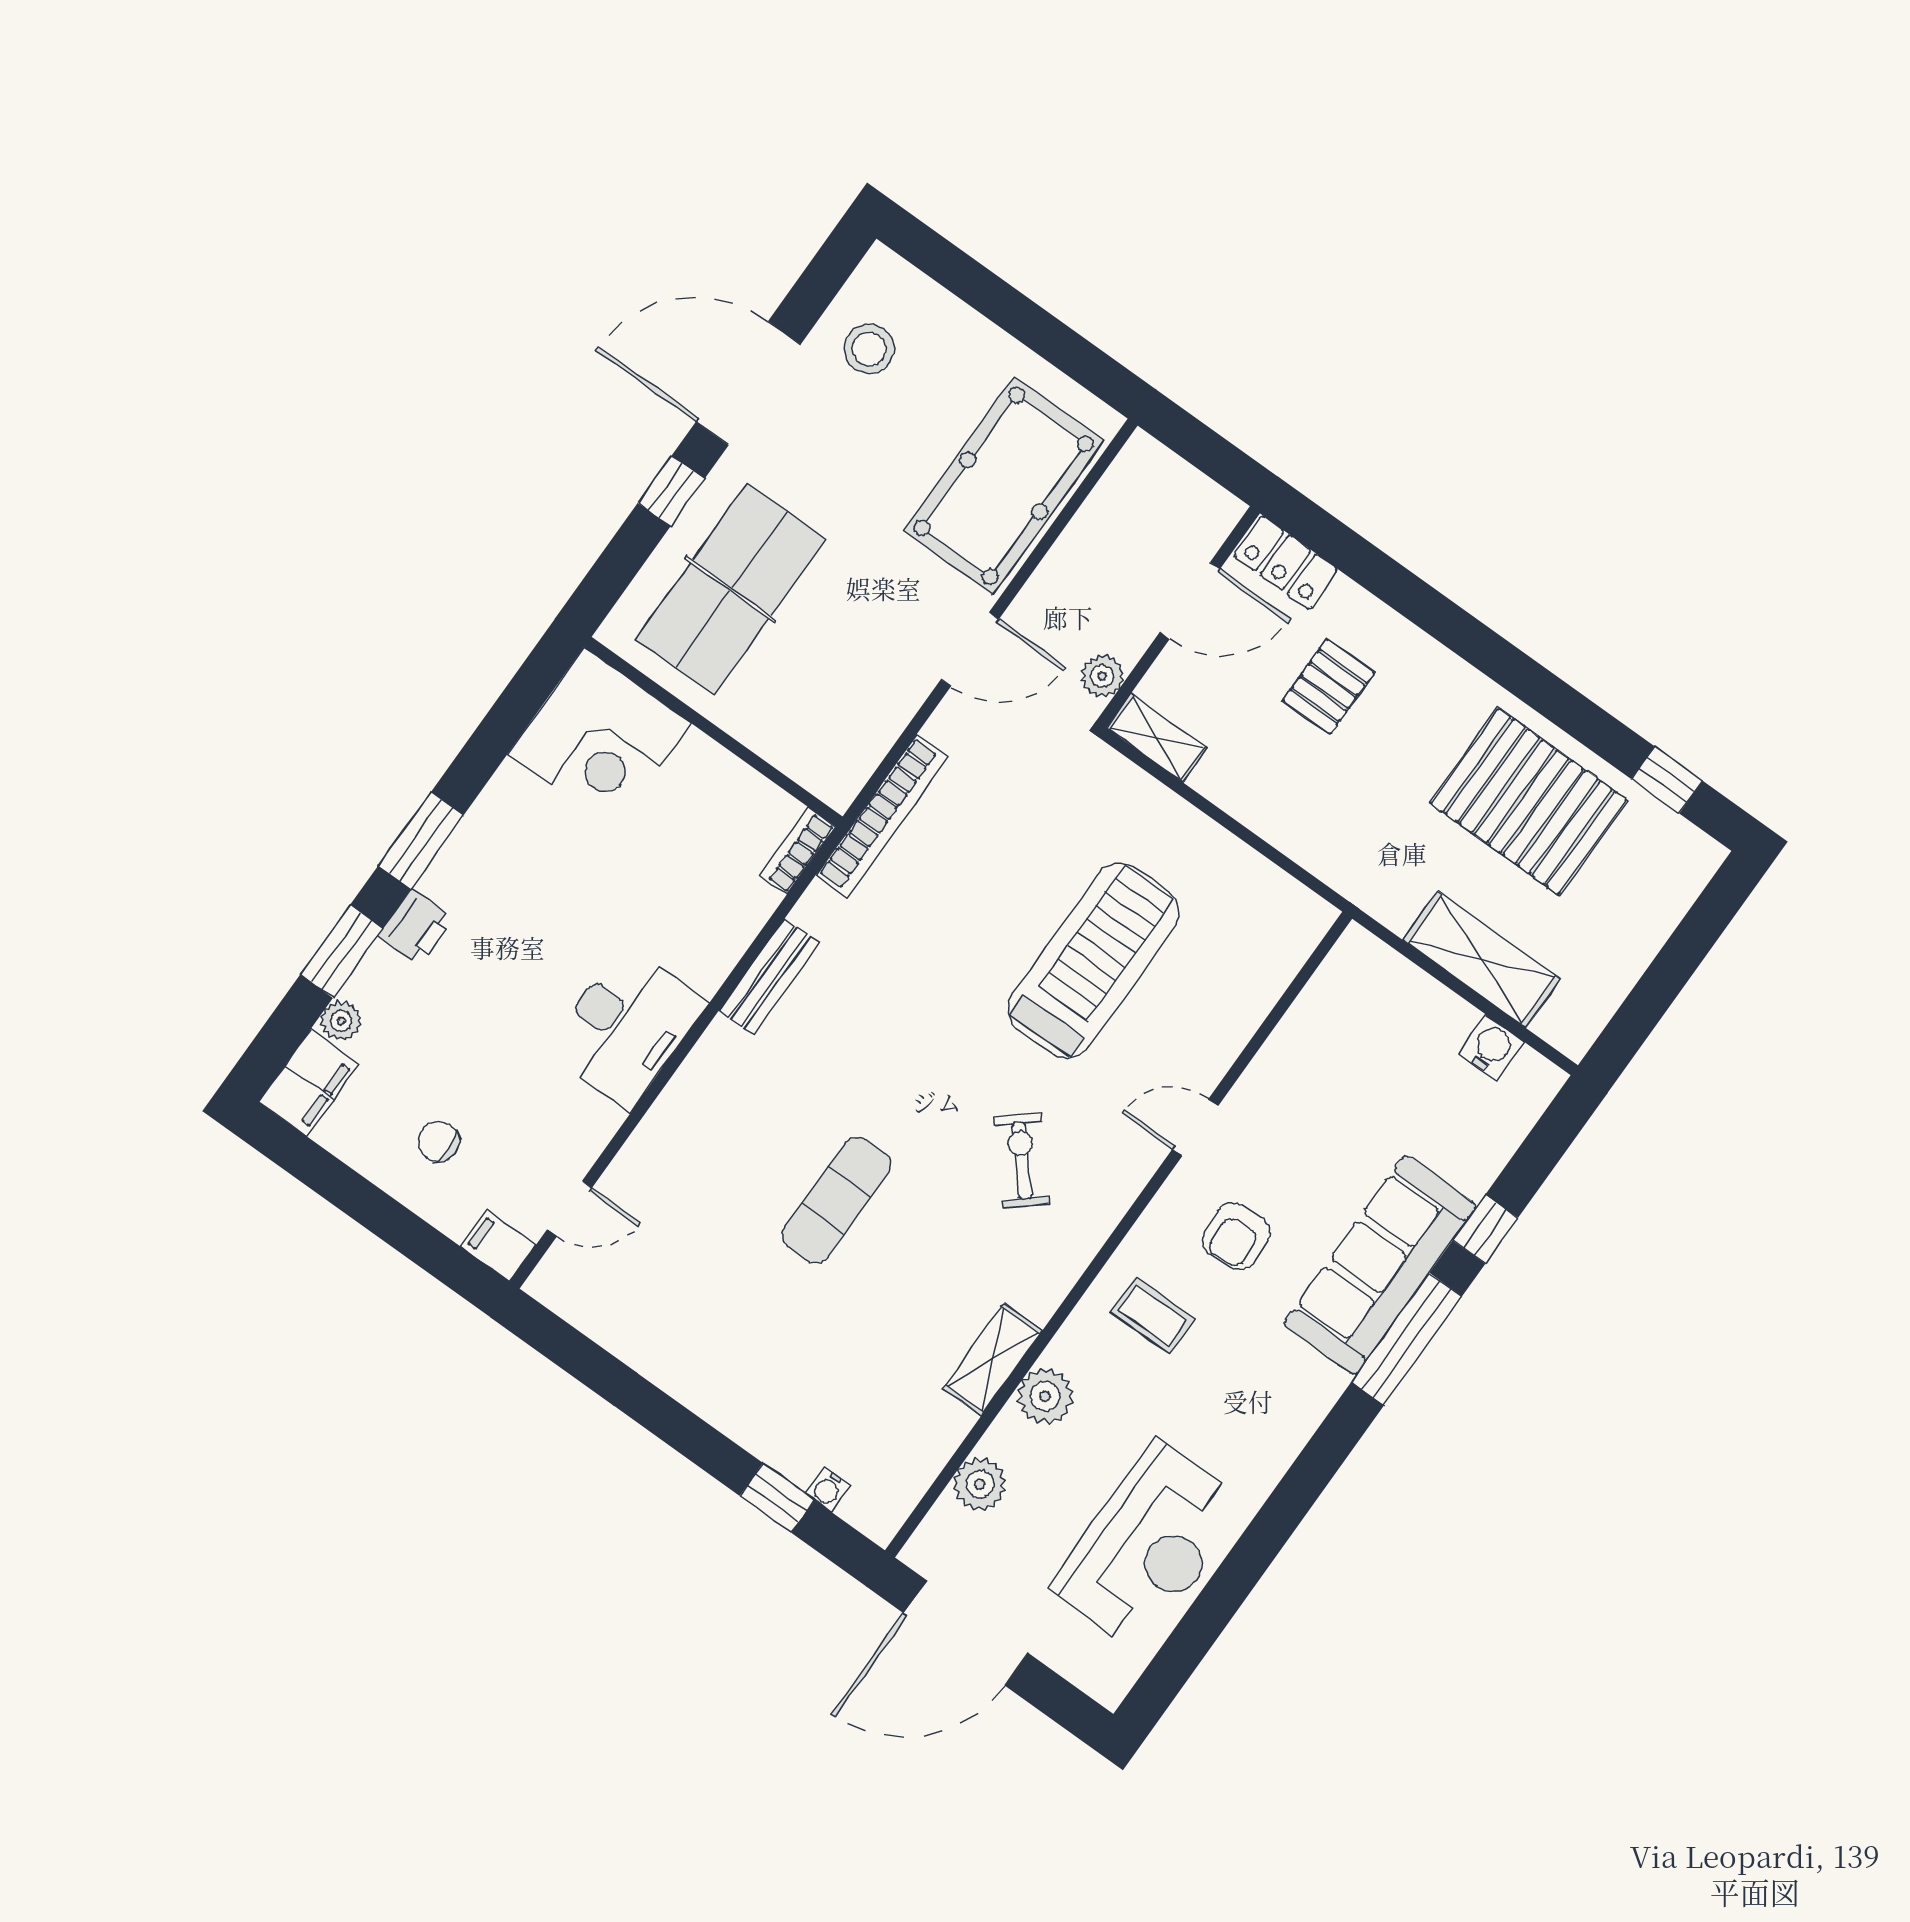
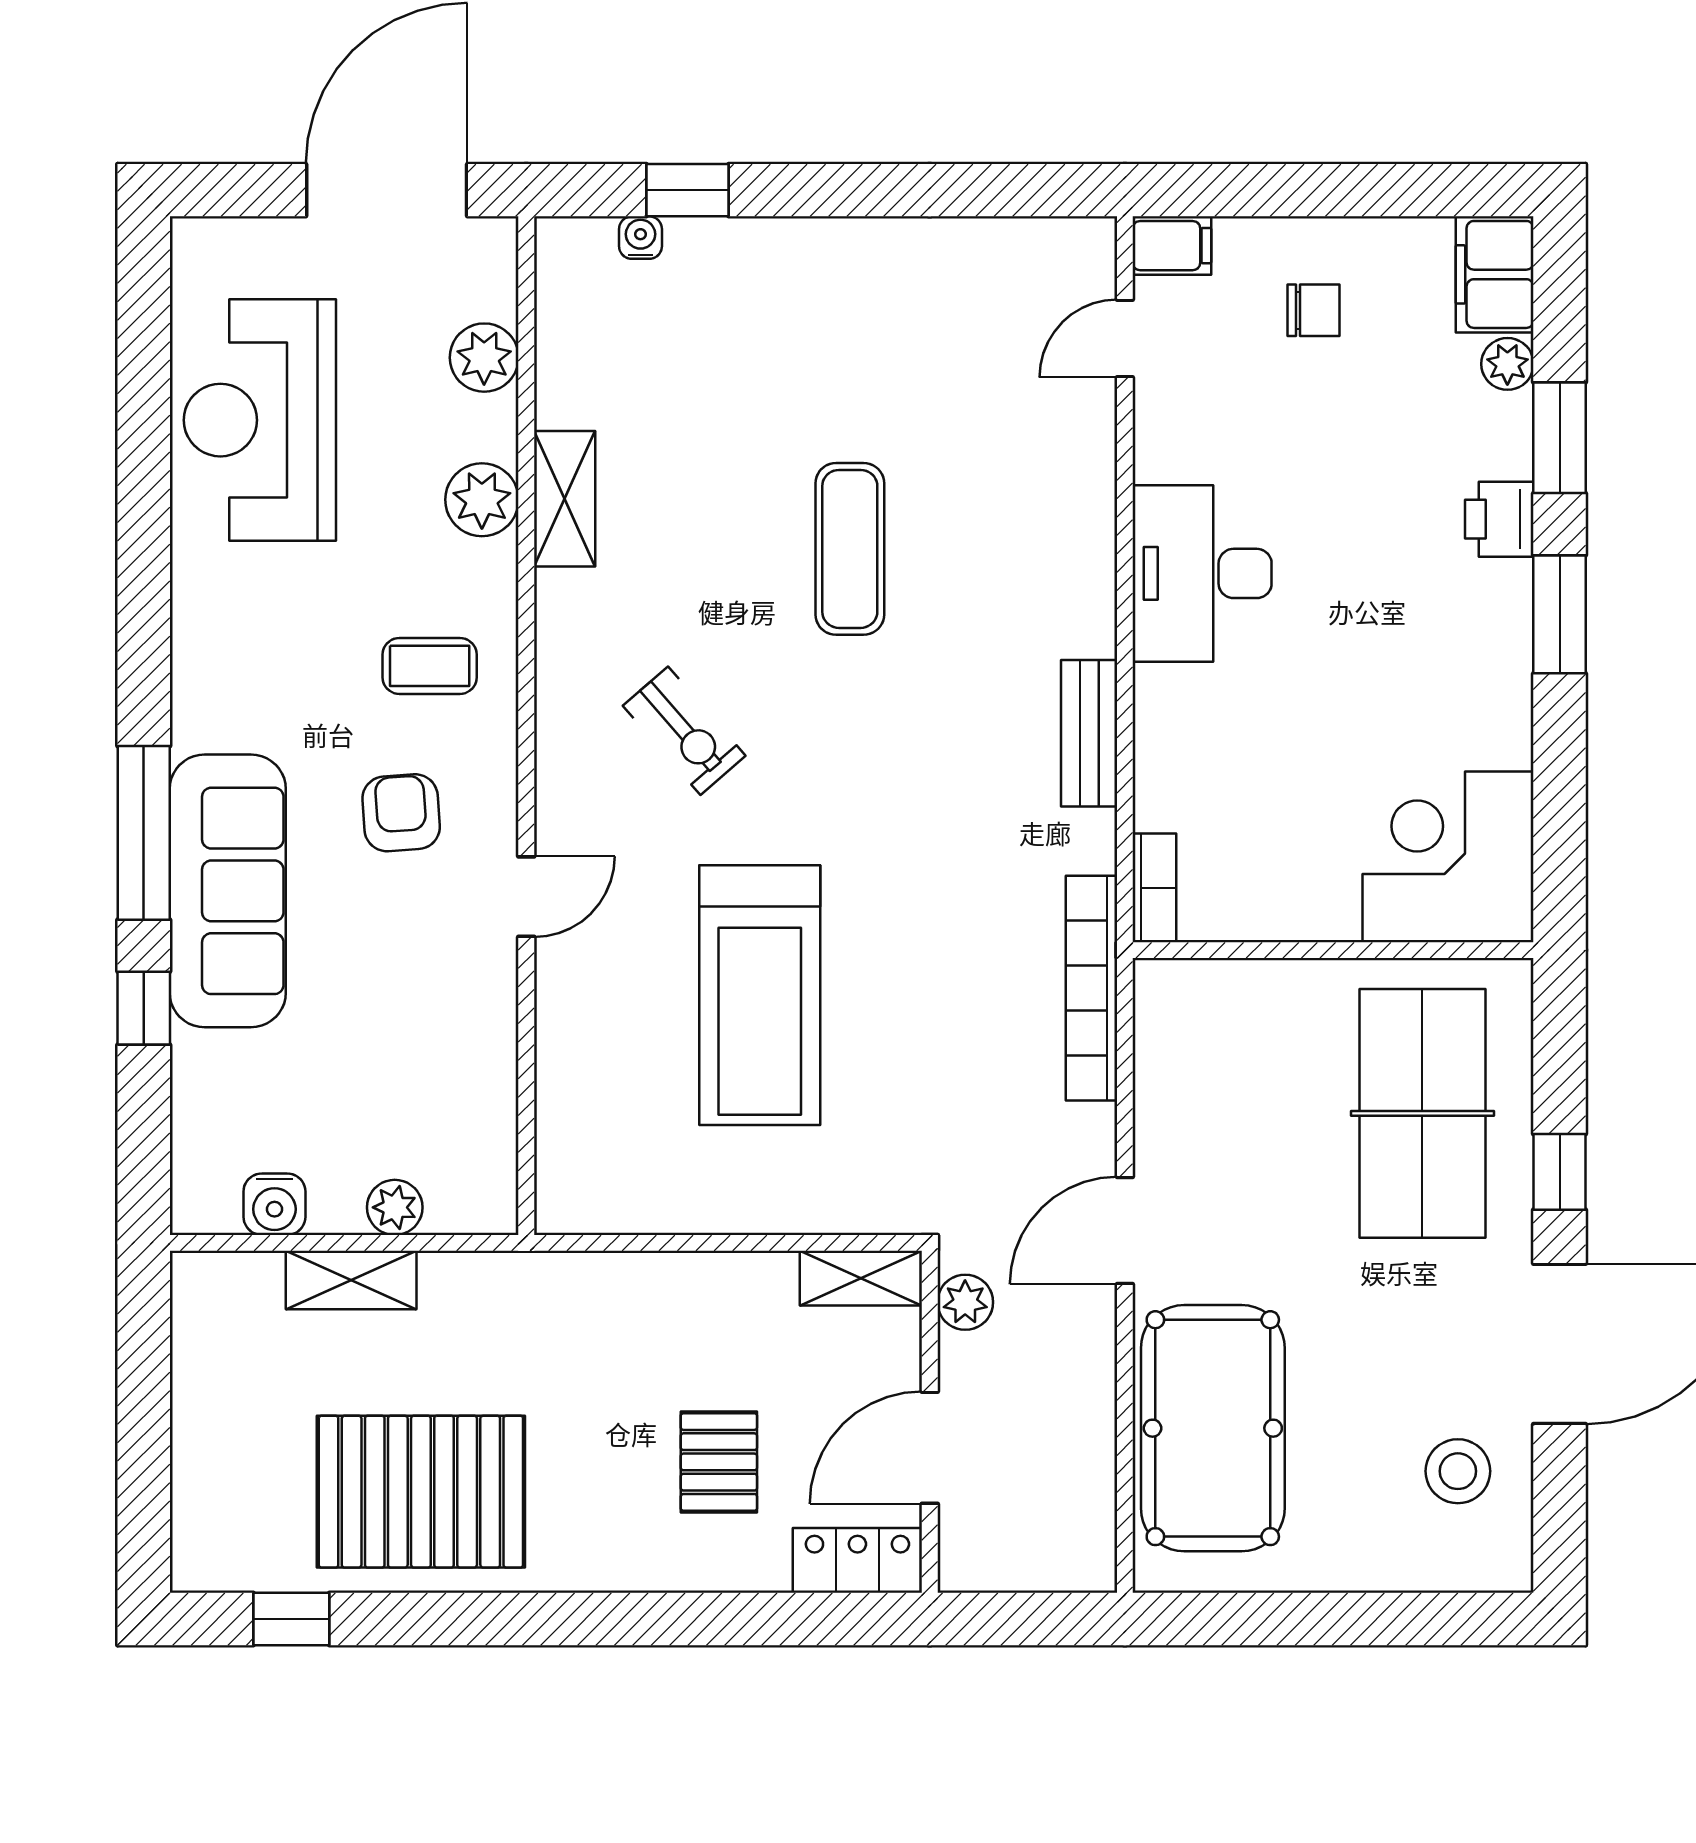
shelving: (1482, 959) -> (351, 1280), width x0.67, depth x0.75
plant: (1417, 992) -> (395, 1207), added

